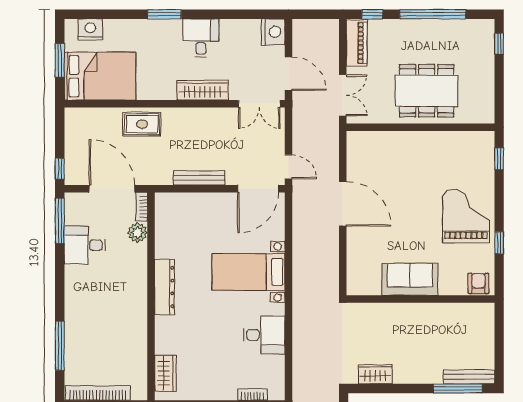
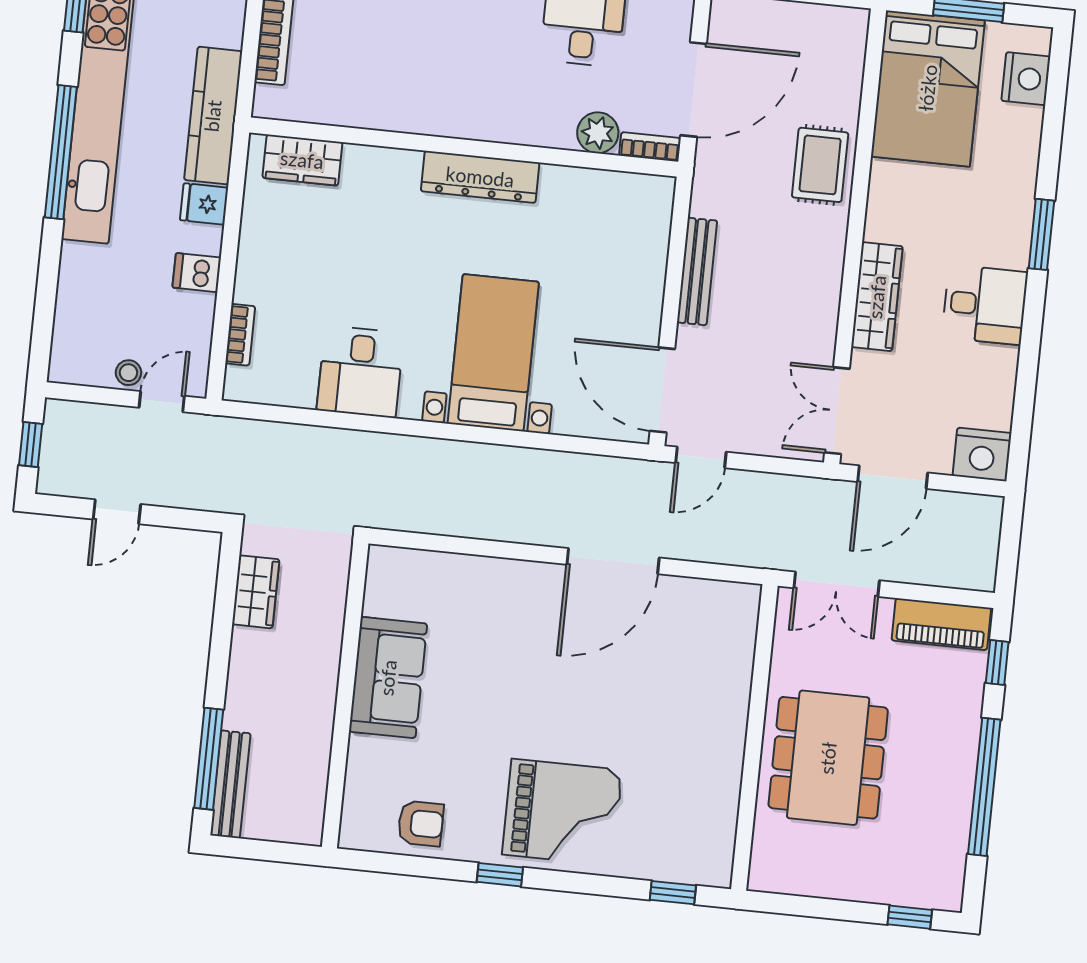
sofa: (410, 279) -> (388, 678), moved
wall: (420, 299) -> (345, 695), moved

